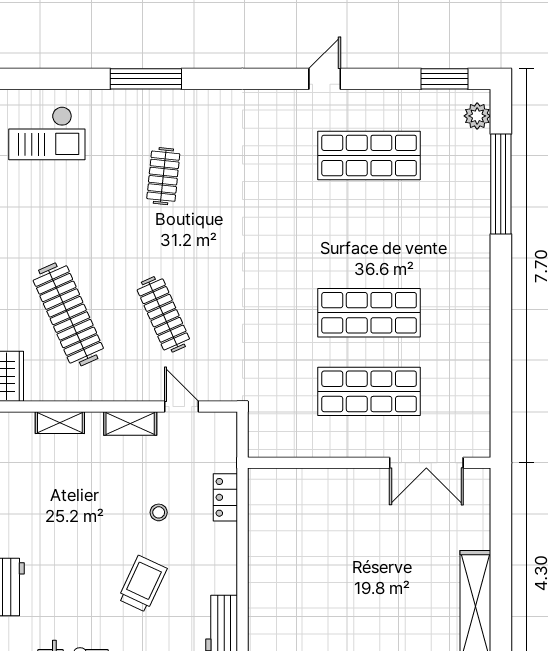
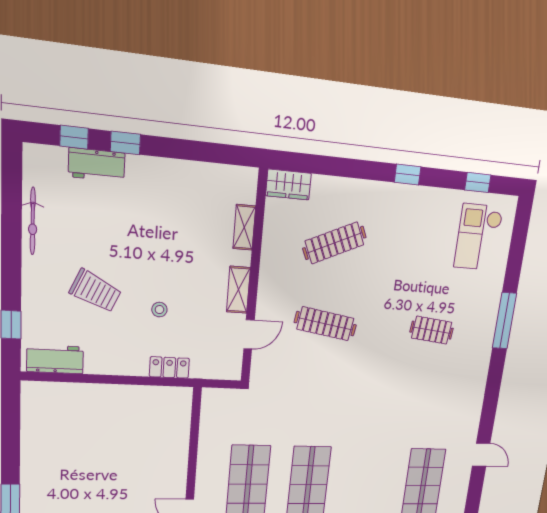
clothes rail: (68, 314) -> (335, 243), width x0.73, depth x0.76
clothes rail: (163, 314) -> (325, 324), turned 33

